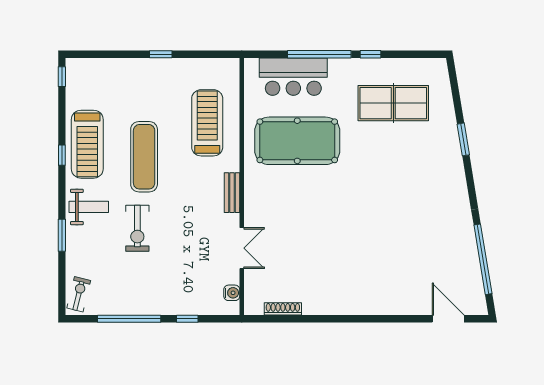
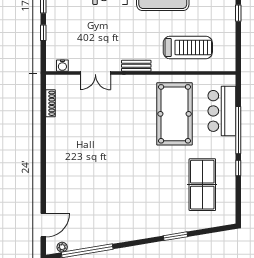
plant: (478, 293) -> (62, 247), added

